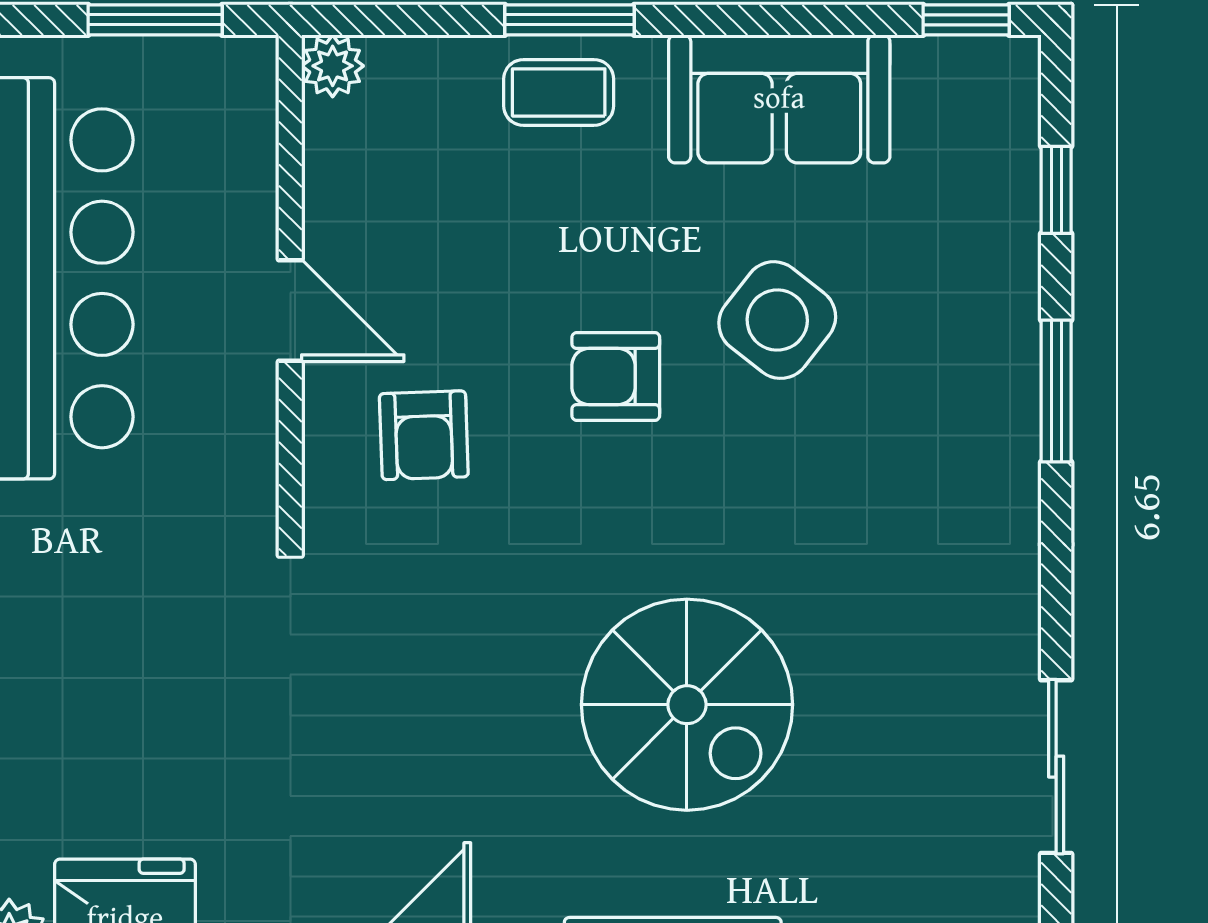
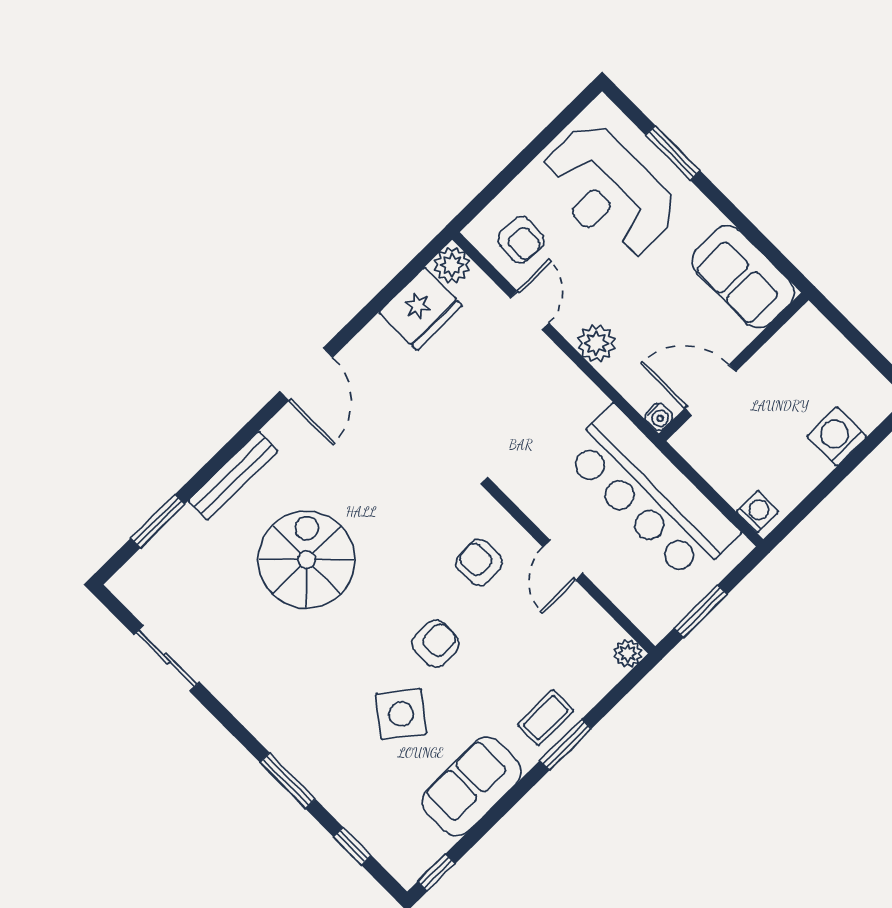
door: (290, 310) -> (563, 560), hinge flipped
spiral stairs: (687, 705) -> (307, 560), turned 90

